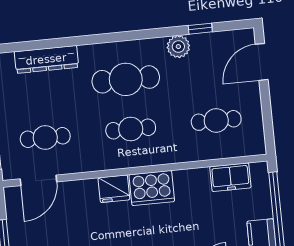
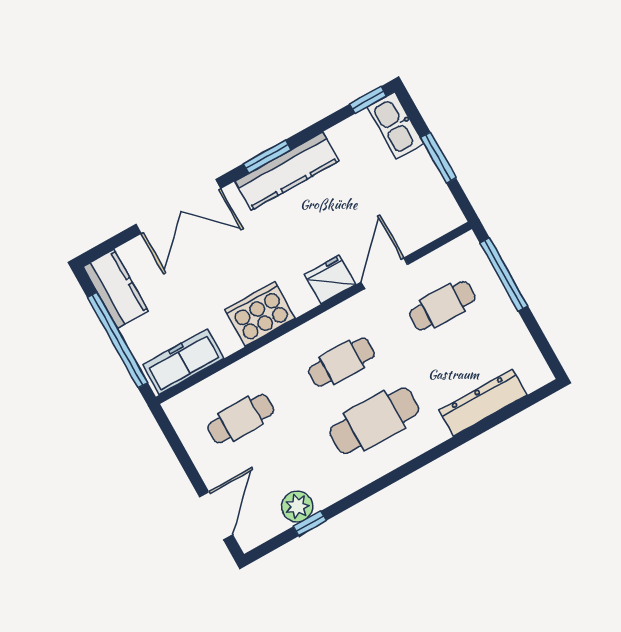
plant: (178, 47) -> (297, 506), moved
freezer: (230, 177) -> (183, 362), width x1.40
door: (38, 180) -> (384, 273), moved
cooker: (152, 188) -> (260, 314), moved

